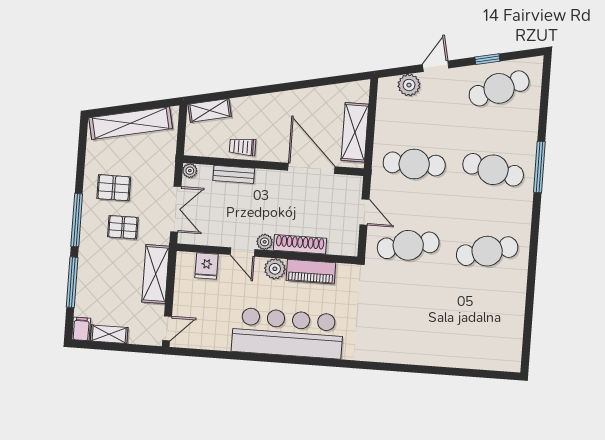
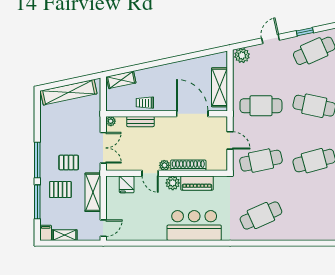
plant: (409, 85) -> (242, 55), moved
pallet: (114, 188) -> (60, 190), moved
cafe table: (402, 327) -> (261, 215), added
bar counter: (288, 333) -> (194, 225), width x0.73

